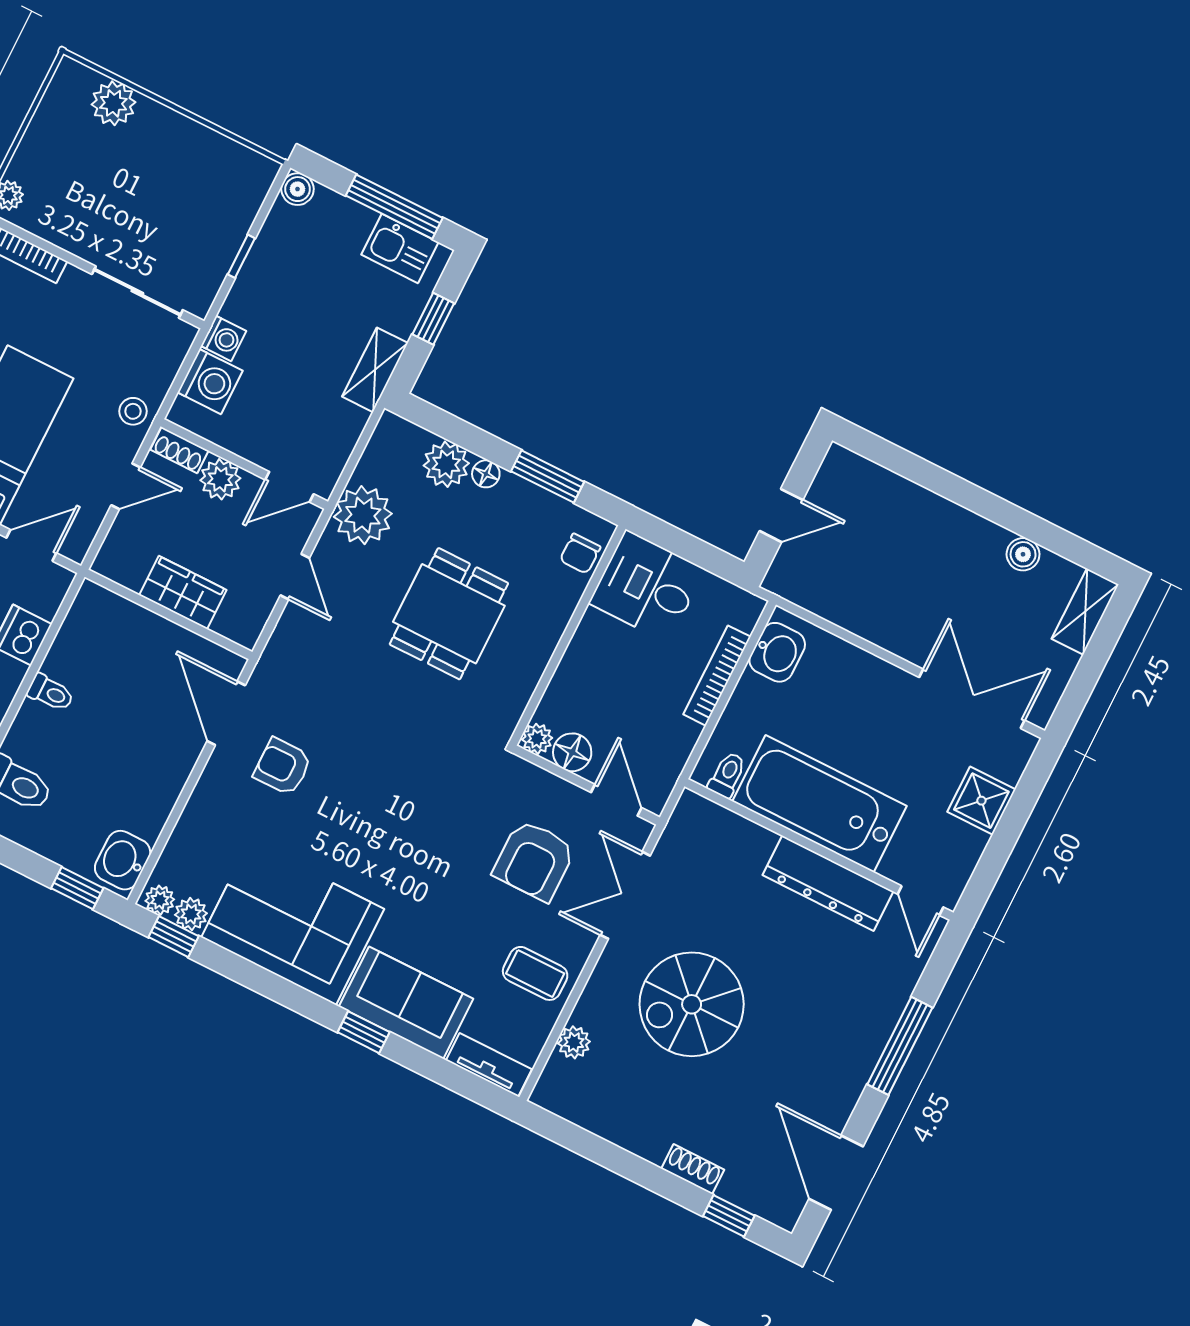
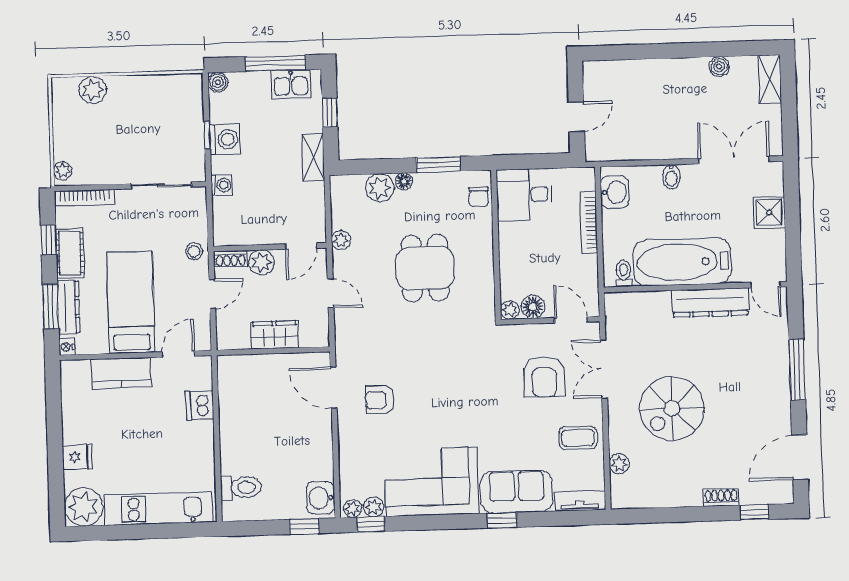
washing machine: (210, 382) -> (225, 139), moved
plant: (363, 515) -> (341, 240), width x0.53, depth x0.53
bidet: (870, 674) -> (671, 177), added
toilet: (50, 693) -> (232, 428), removed
door: (836, 1173) -> (800, 457), hinge flipped

